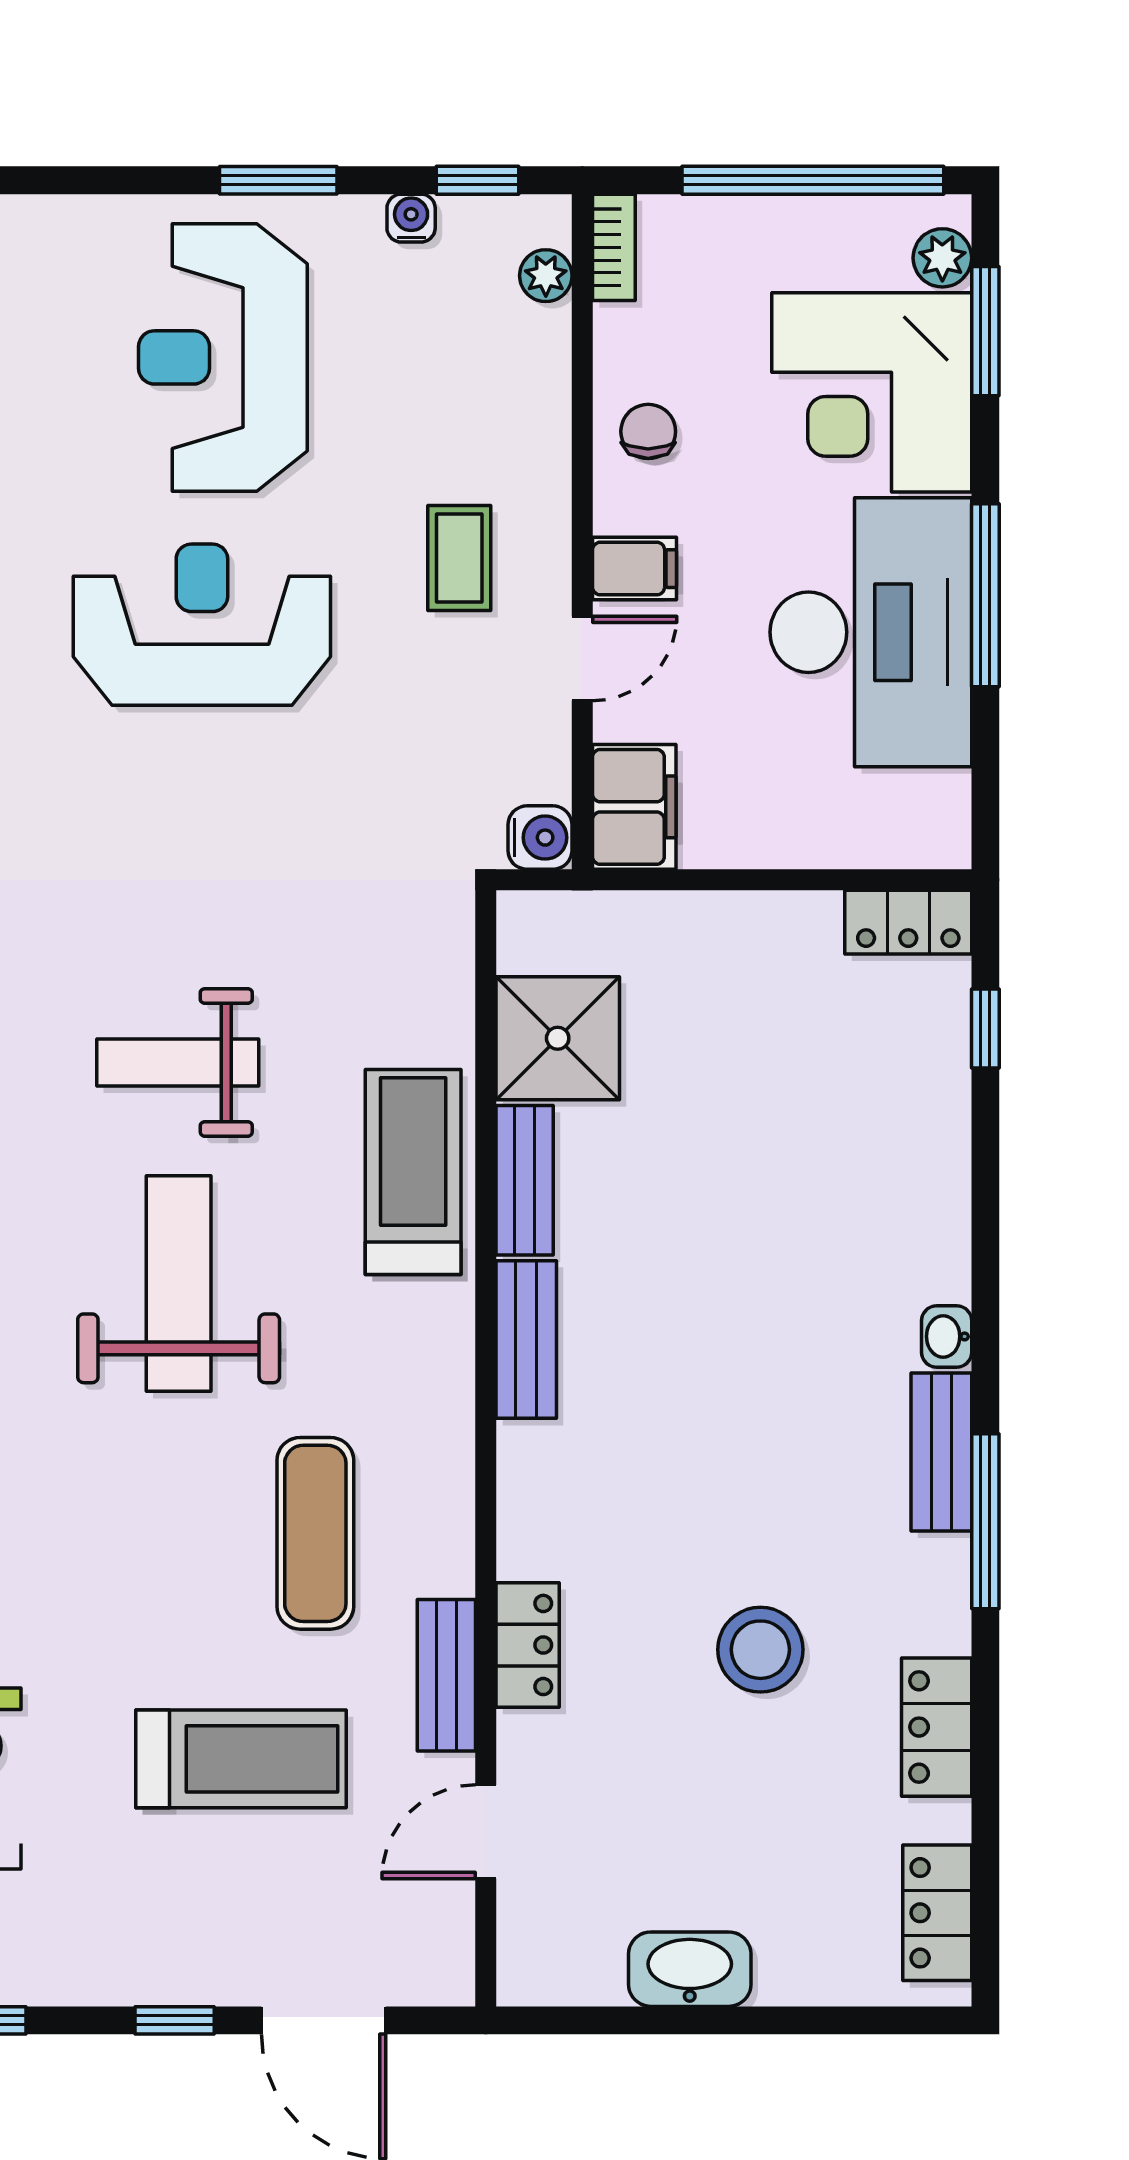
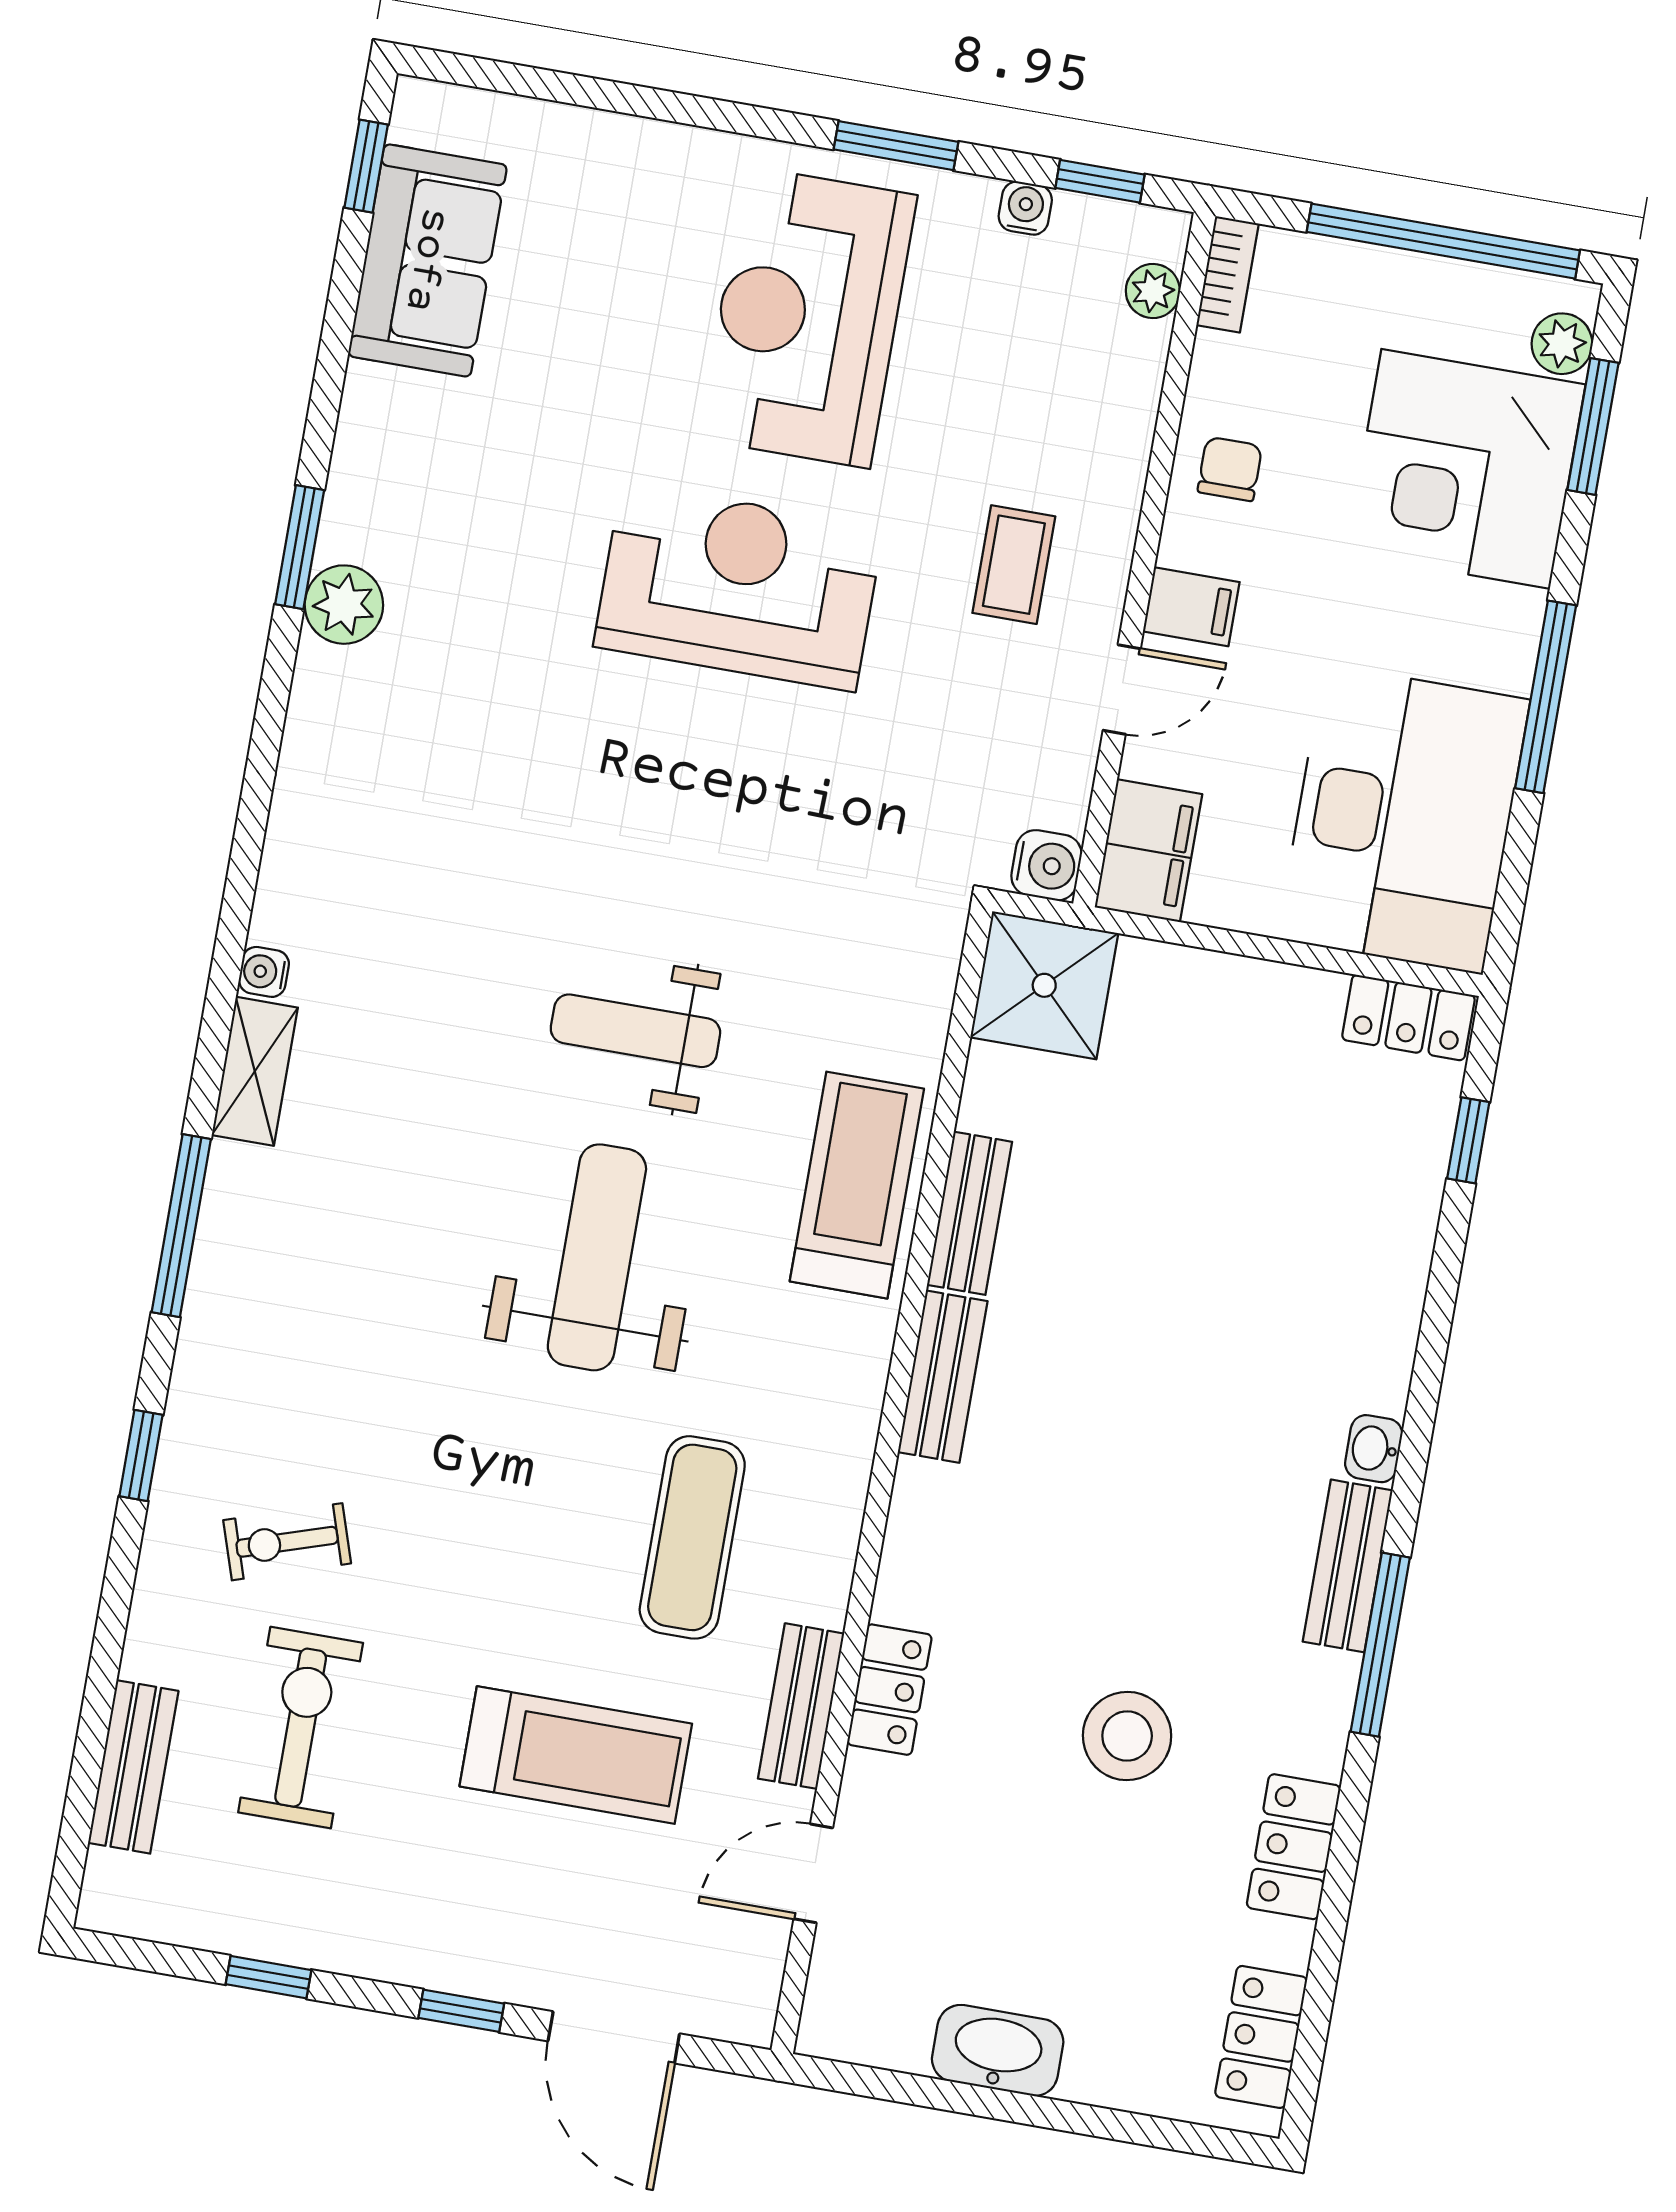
desk: (871, 632) -> (1404, 819), moved
shower: (558, 1038) -> (1044, 985), moved

